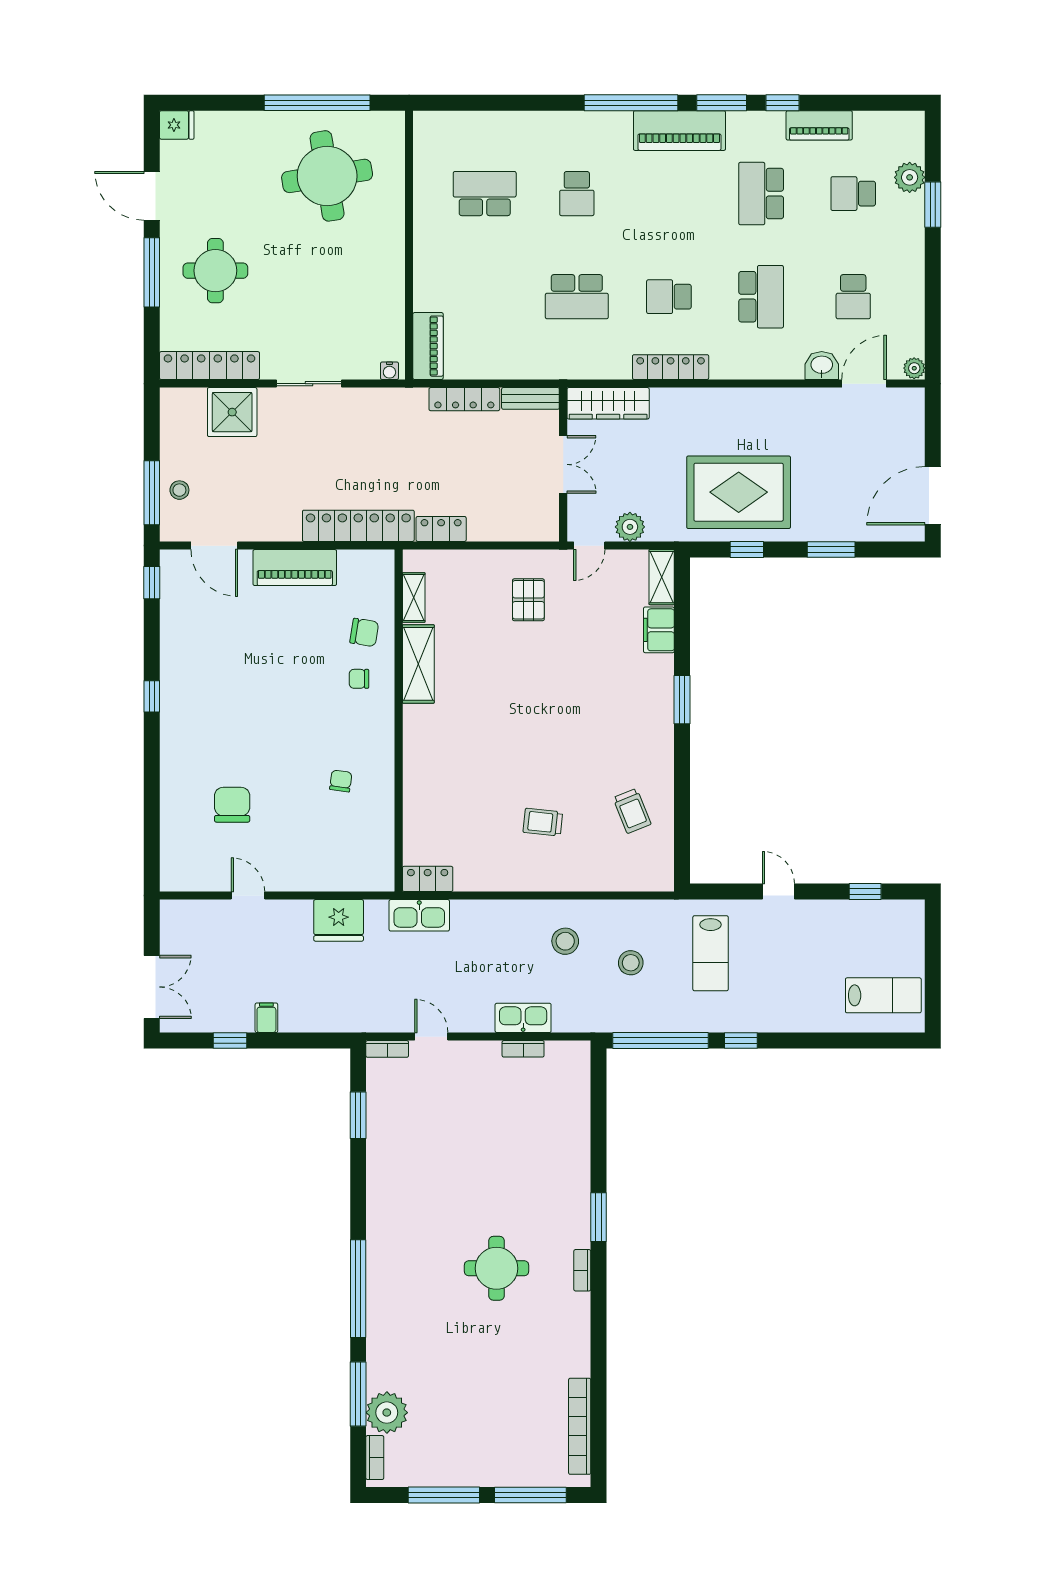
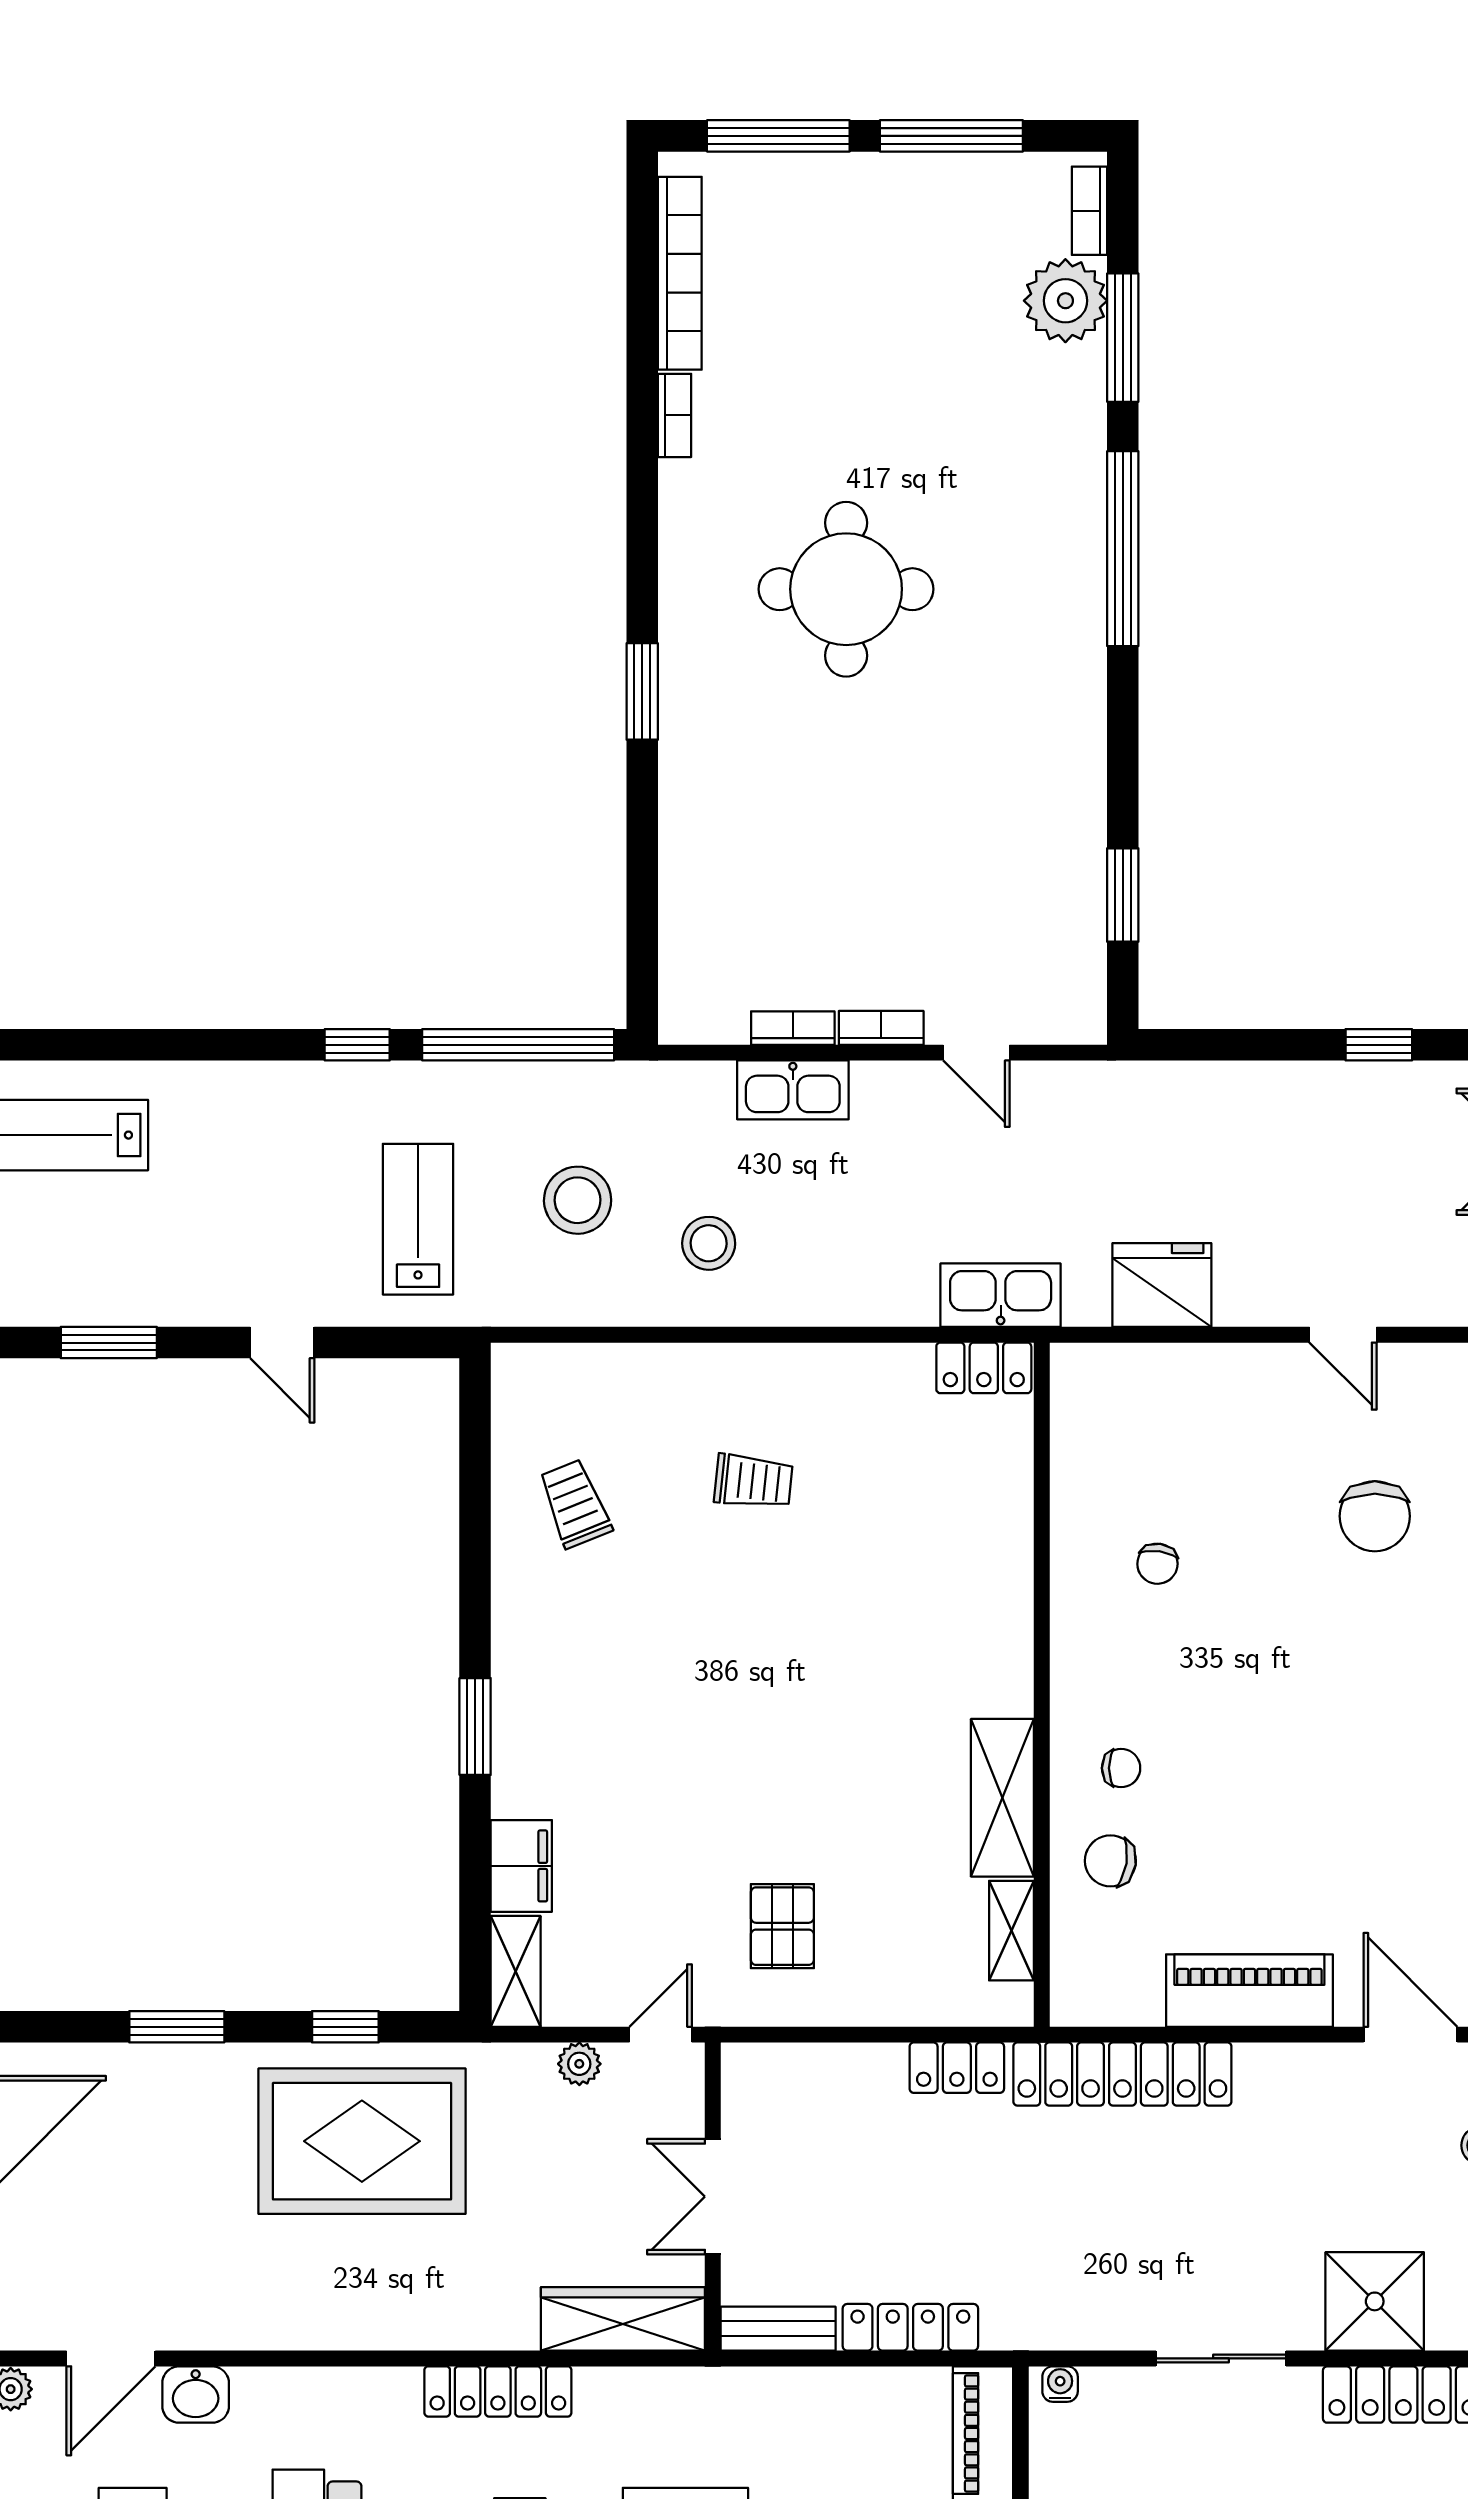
plant: (630, 527) -> (579, 2064), width x0.73, depth x0.73
window: (865, 892) -> (109, 1343), width x1.50
stool: (631, 963) -> (578, 1200), width x1.38, depth x1.38
filing cabinet: (266, 1018) -> (1306, 1090), removed
bookcase: (387, 1049) -> (881, 1028), moved
round table: (496, 1268) -> (846, 589), width x1.36, depth x1.36
bookcase: (582, 1270) -> (675, 415), moved

